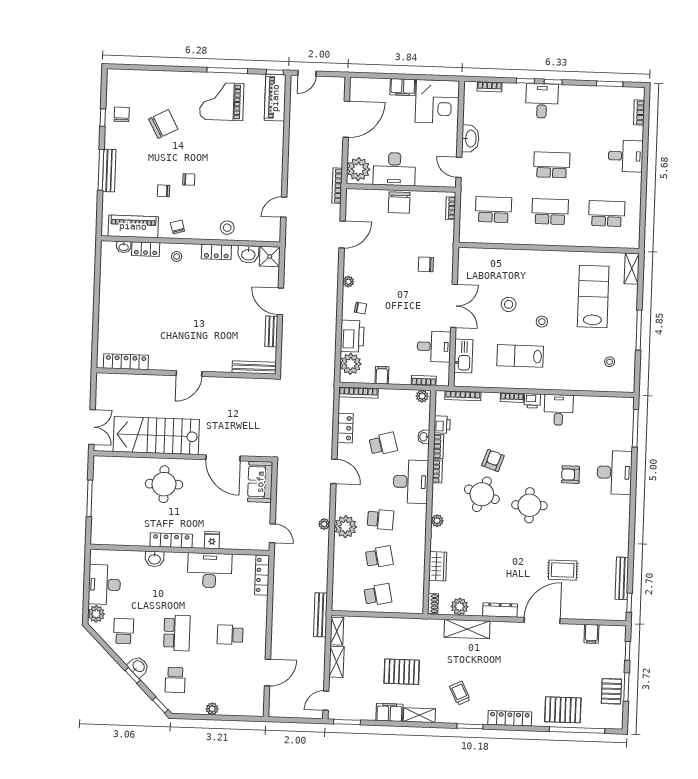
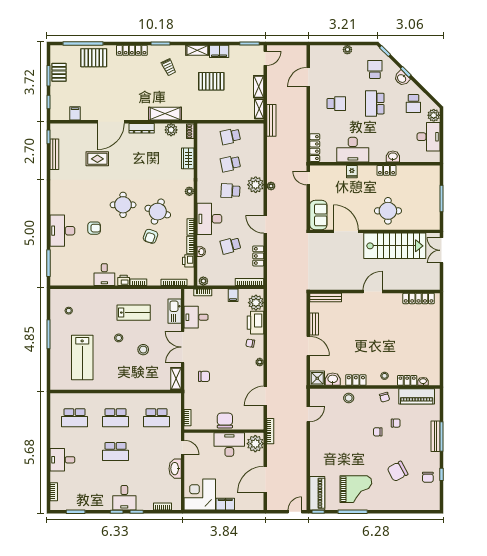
shelving: (632, 269) -> (176, 379), moved
locker: (171, 540) -> (387, 170), width x0.66

